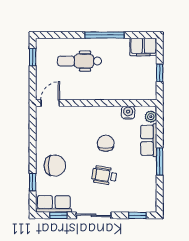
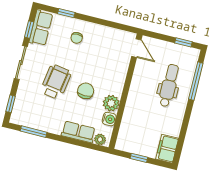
window: (105, 35) -> (196, 81), moved
plant: (112, 115) -> (111, 103), added
chair: (106, 143) -> (86, 91), turned -90
window: (160, 161) -> (34, 132), moved
chair: (55, 166) -> (77, 38), width x0.54, depth x0.54
wheelchair: (104, 175) -> (56, 82), width x1.36, depth x1.37

